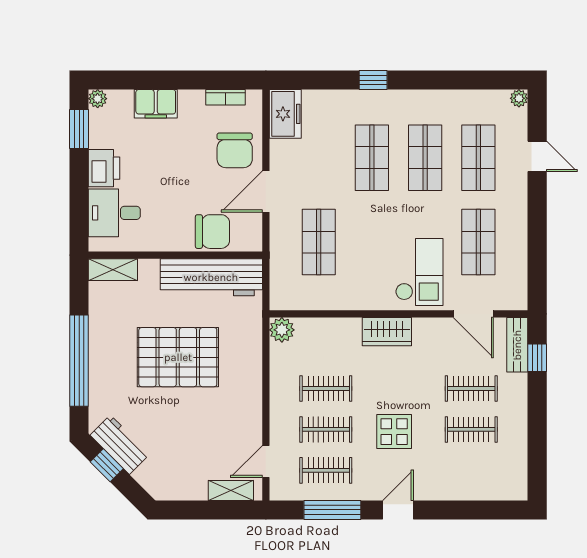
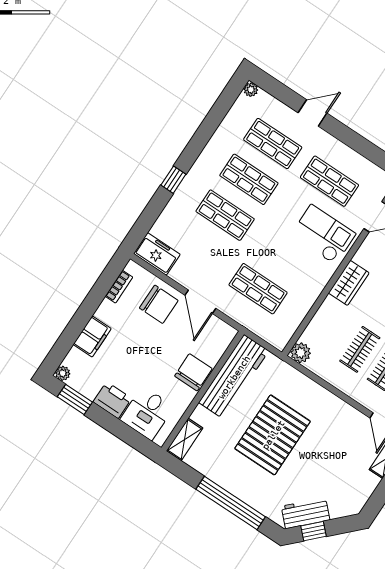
door: (537, 156) -> (313, 113), moved
chair: (212, 232) -> (193, 372), moved

